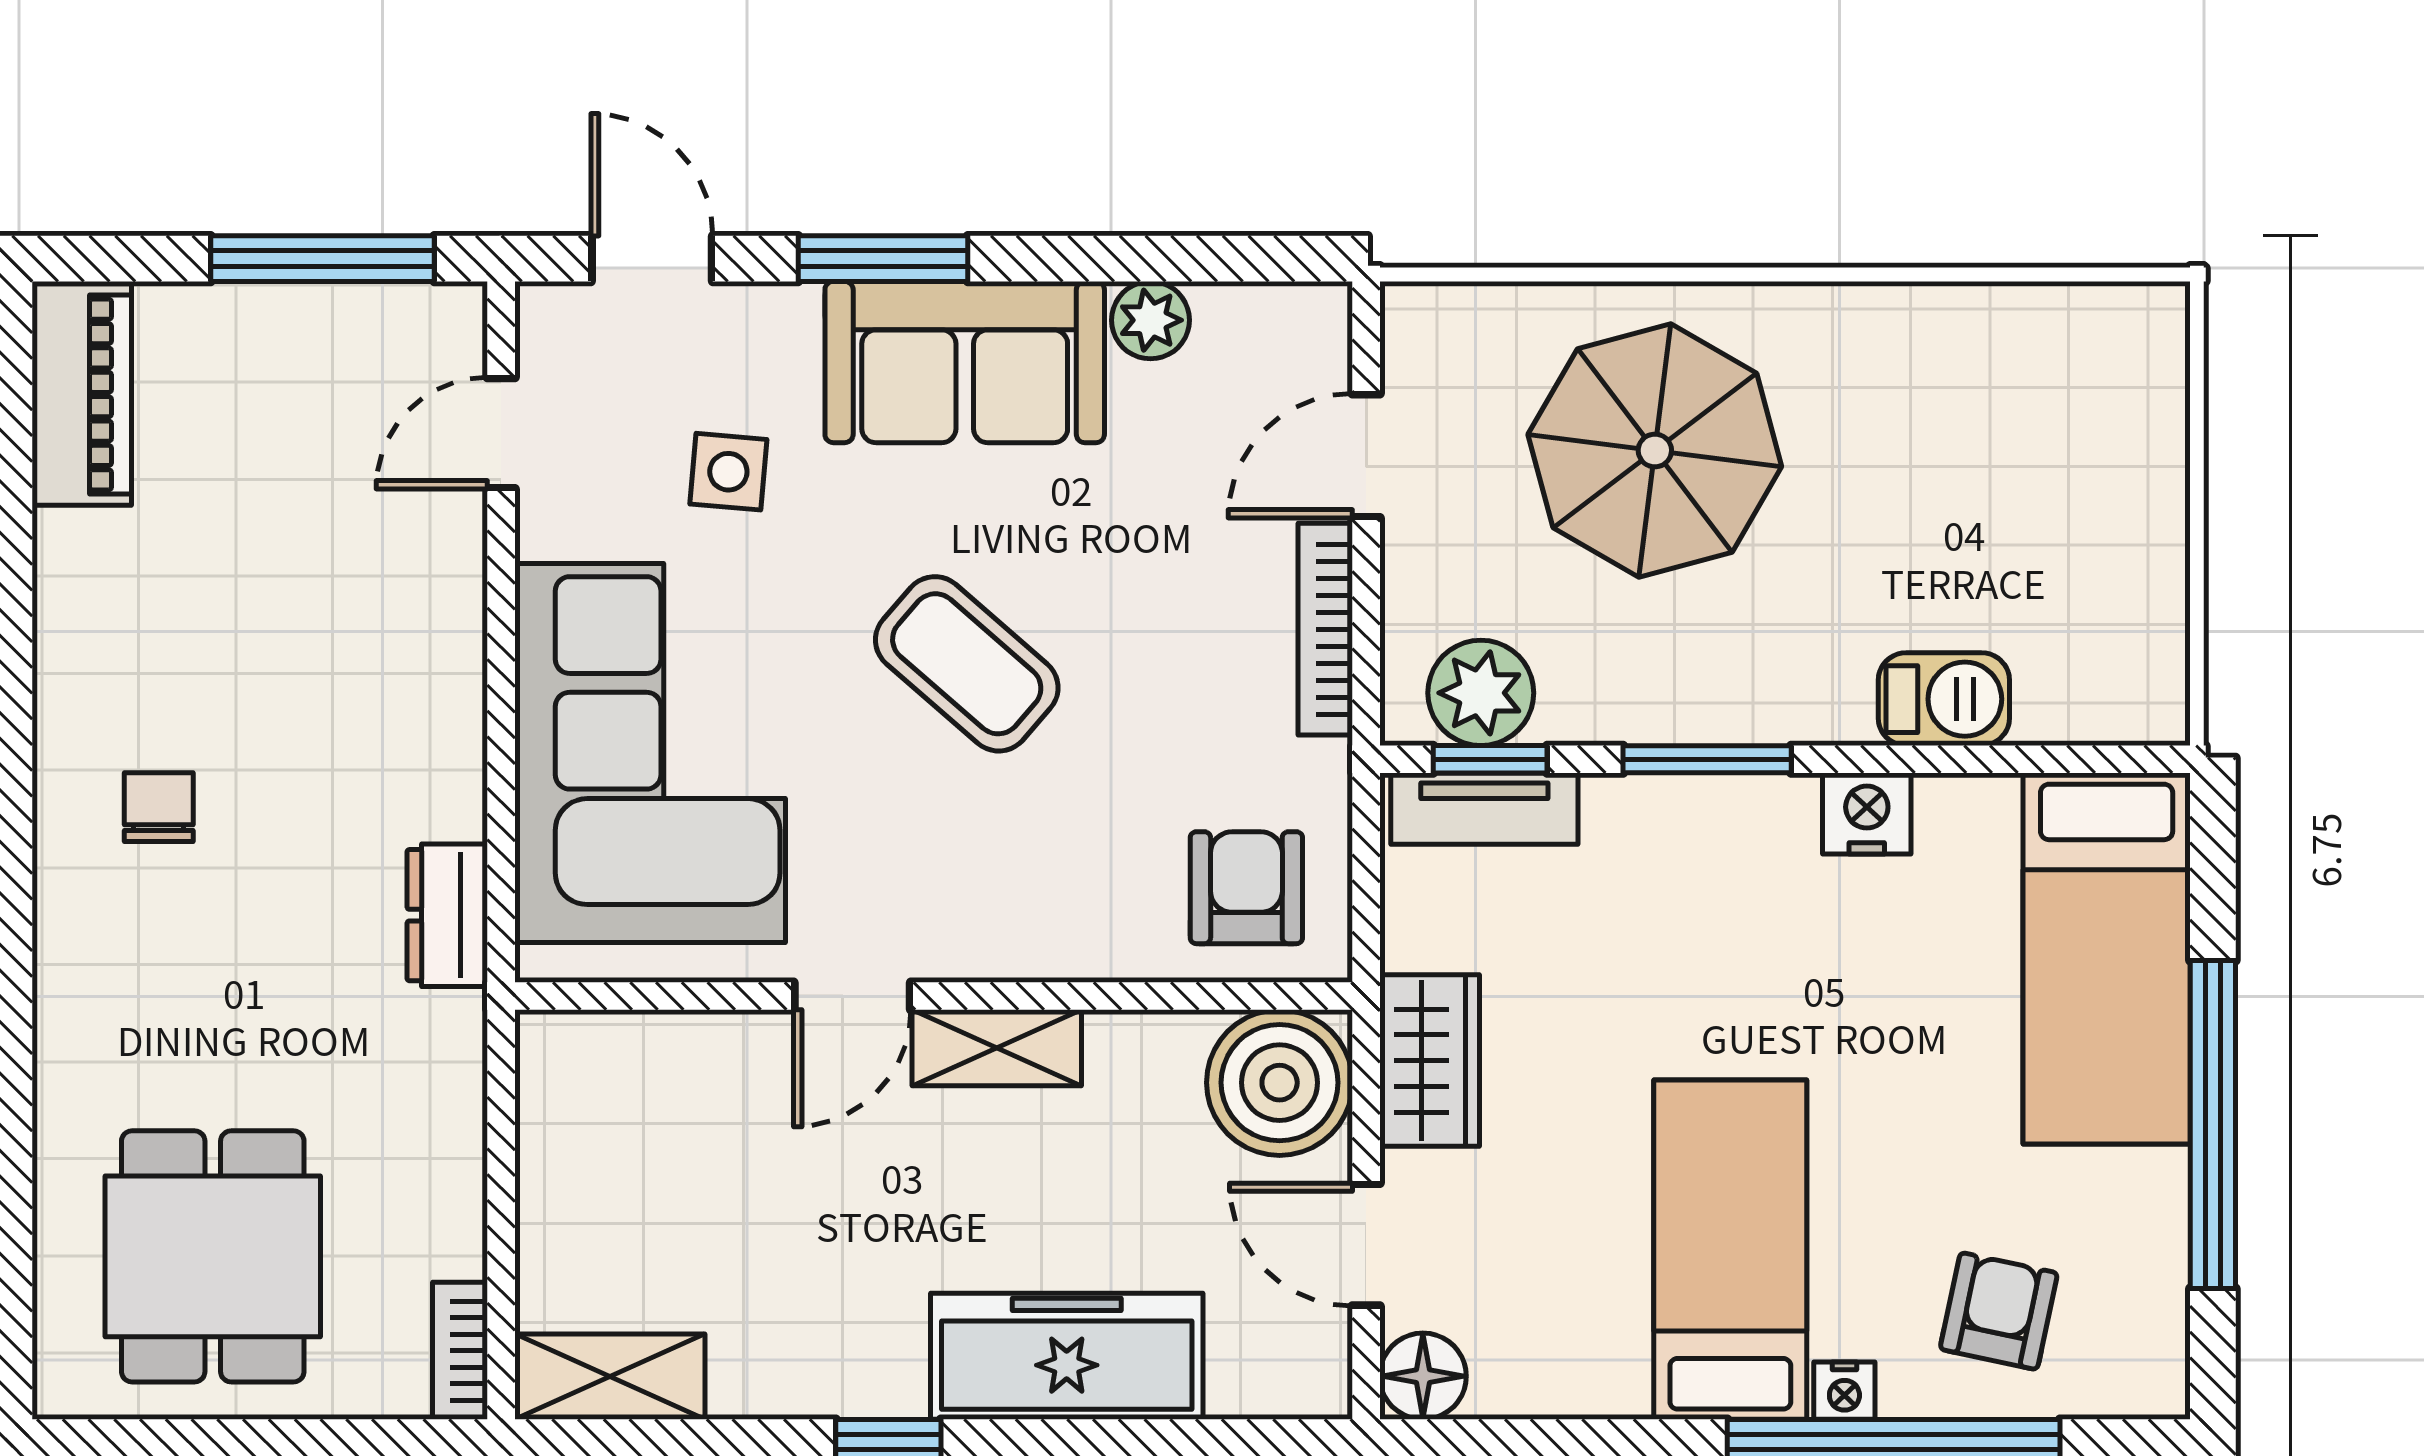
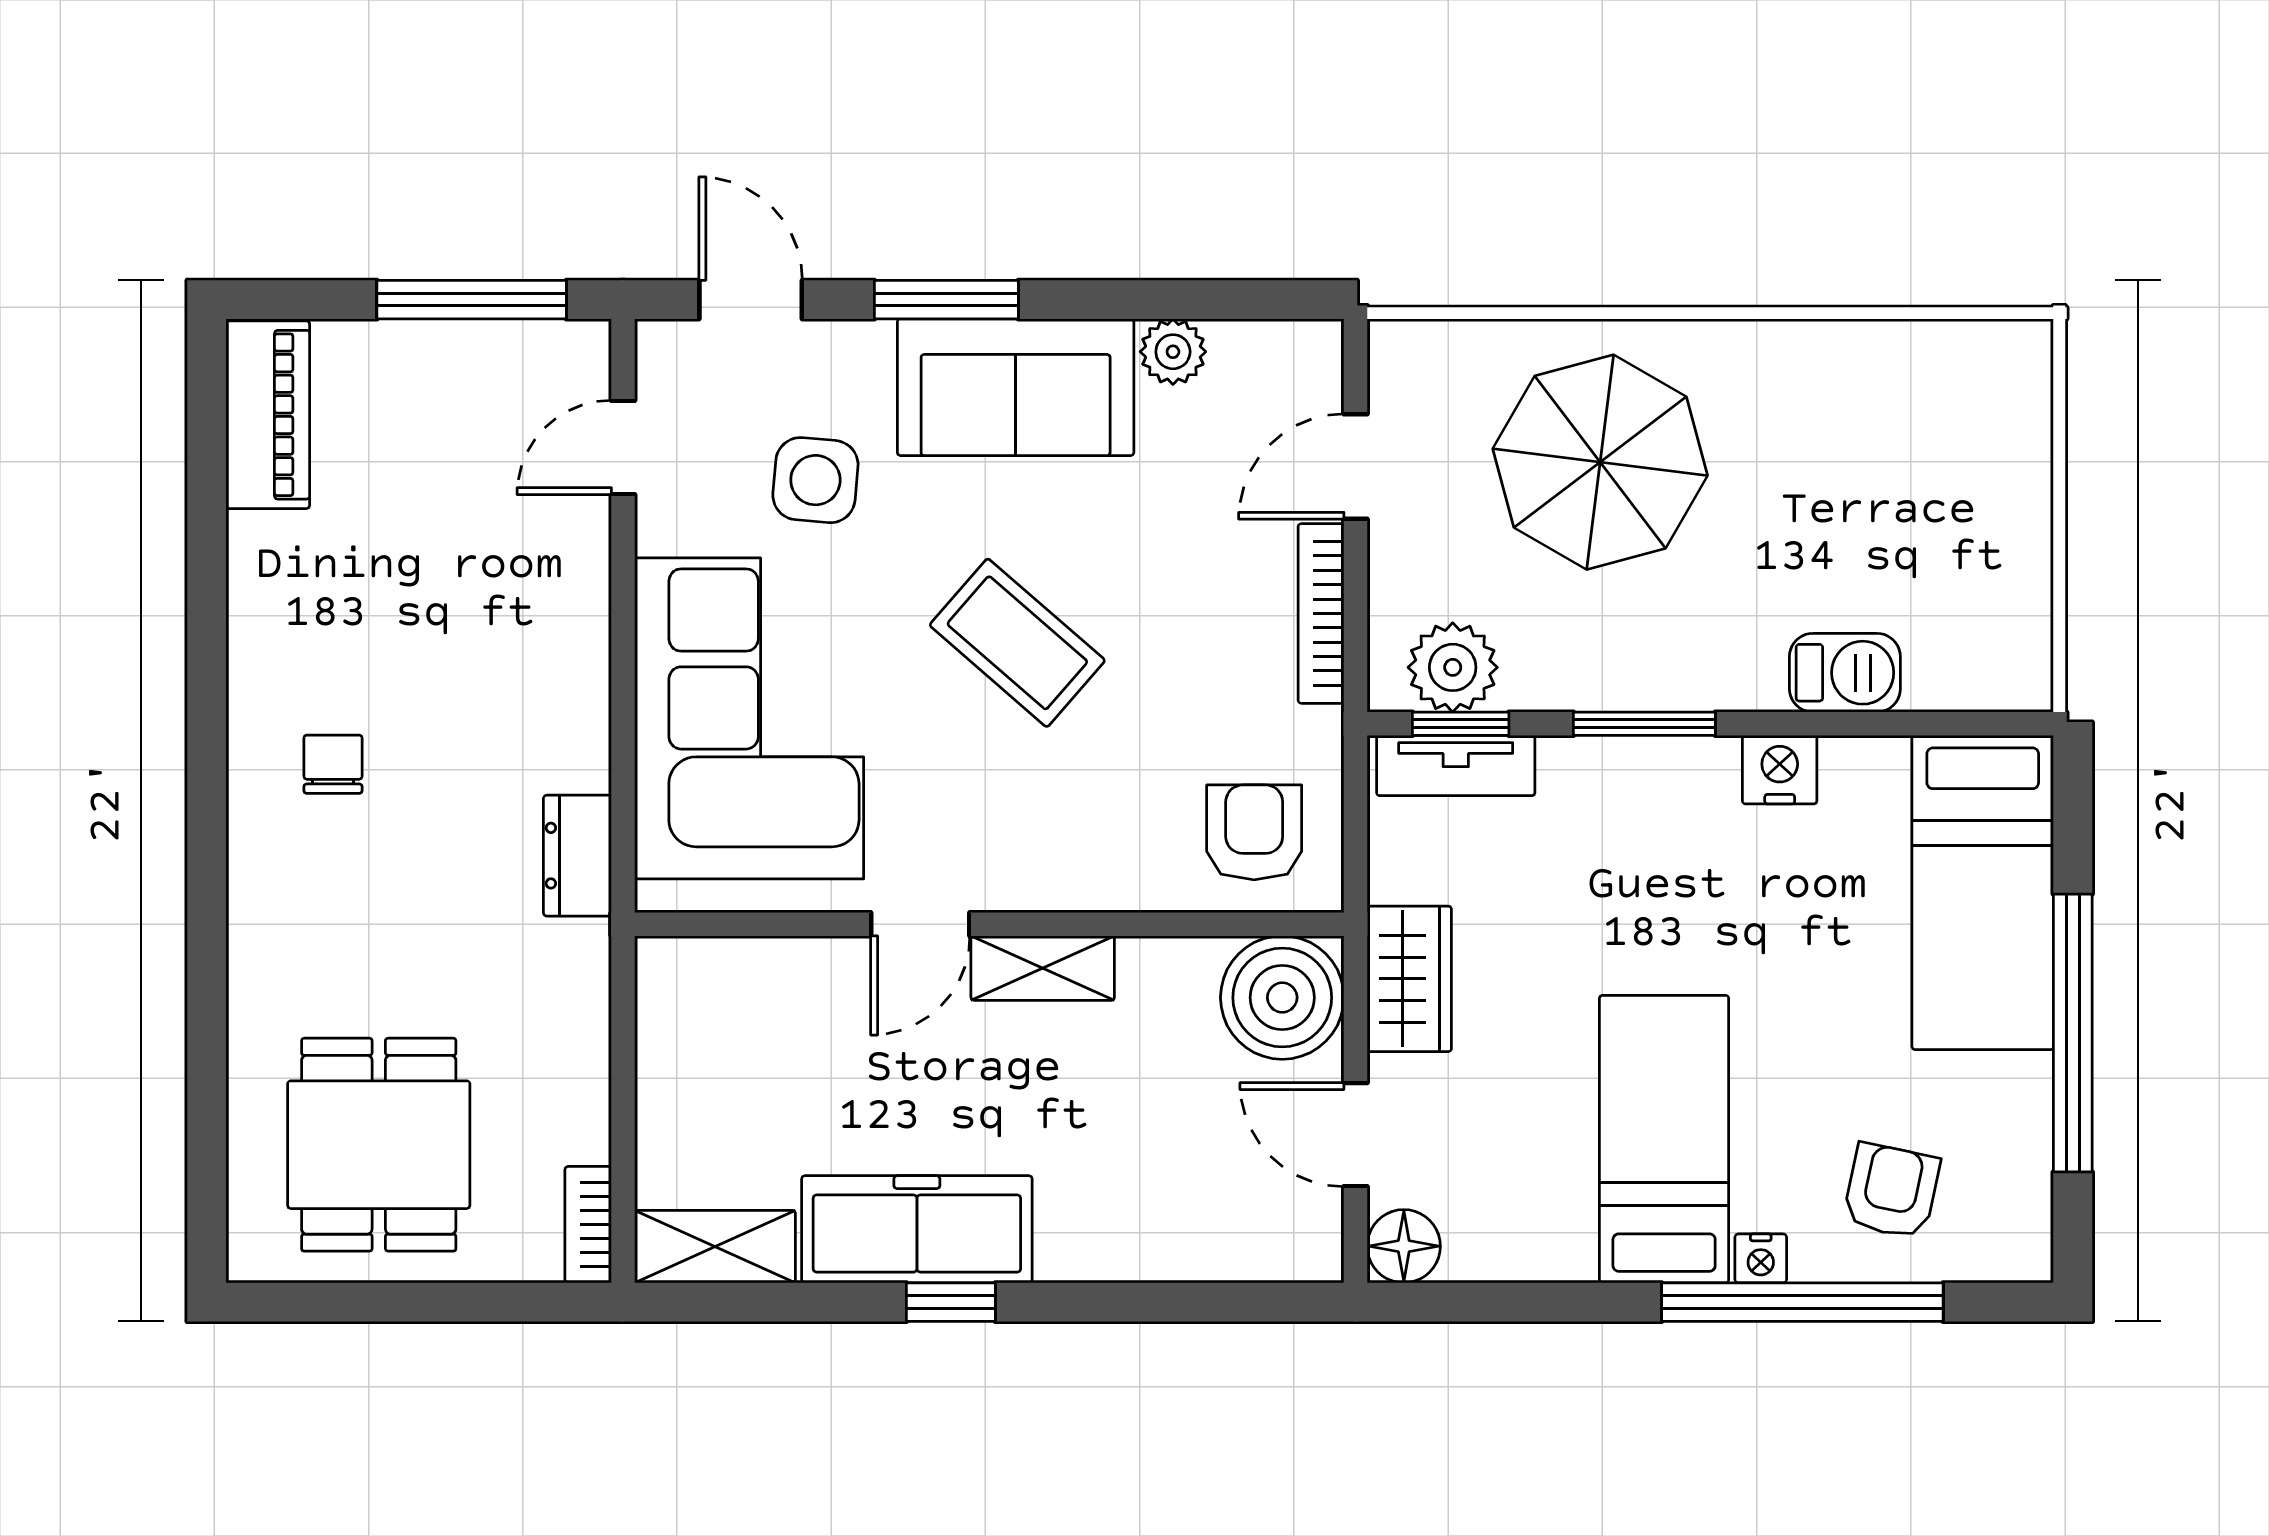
side table: (728, 472) -> (815, 480), width x1.37, depth x1.37
freezer: (1067, 1356) -> (917, 1229), moved

